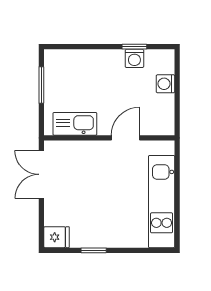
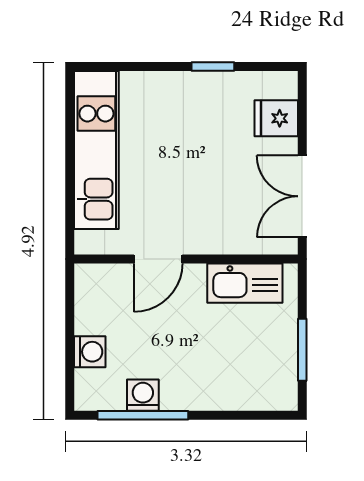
window: (134, 47) -> (143, 415), width x2.17
double door: (41, 174) -> (302, 196), swing flipped
fridge: (57, 237) -> (276, 118), moved

